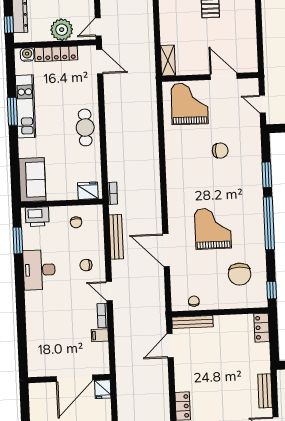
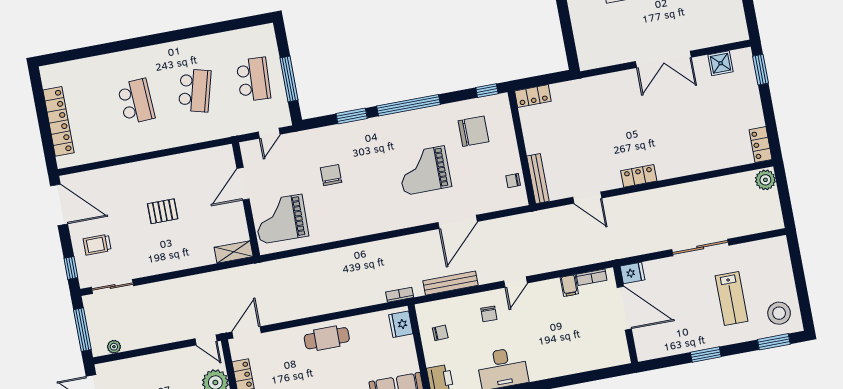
bookcase: (102, 316) -> (592, 277), moved
door: (170, 346) -> (587, 198), moved
bench: (265, 391) -> (607, 81), removed

